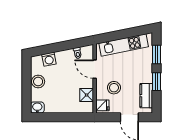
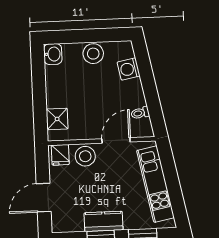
stool: (114, 88) -> (85, 156), moved
shower: (87, 95) -> (57, 119), moved
kitchen counter: (146, 96) -> (104, 221), moved

